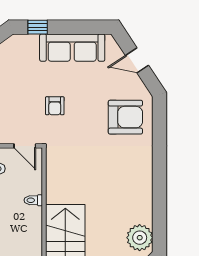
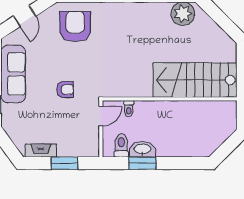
toilet: (33, 200) -> (129, 109), moved

